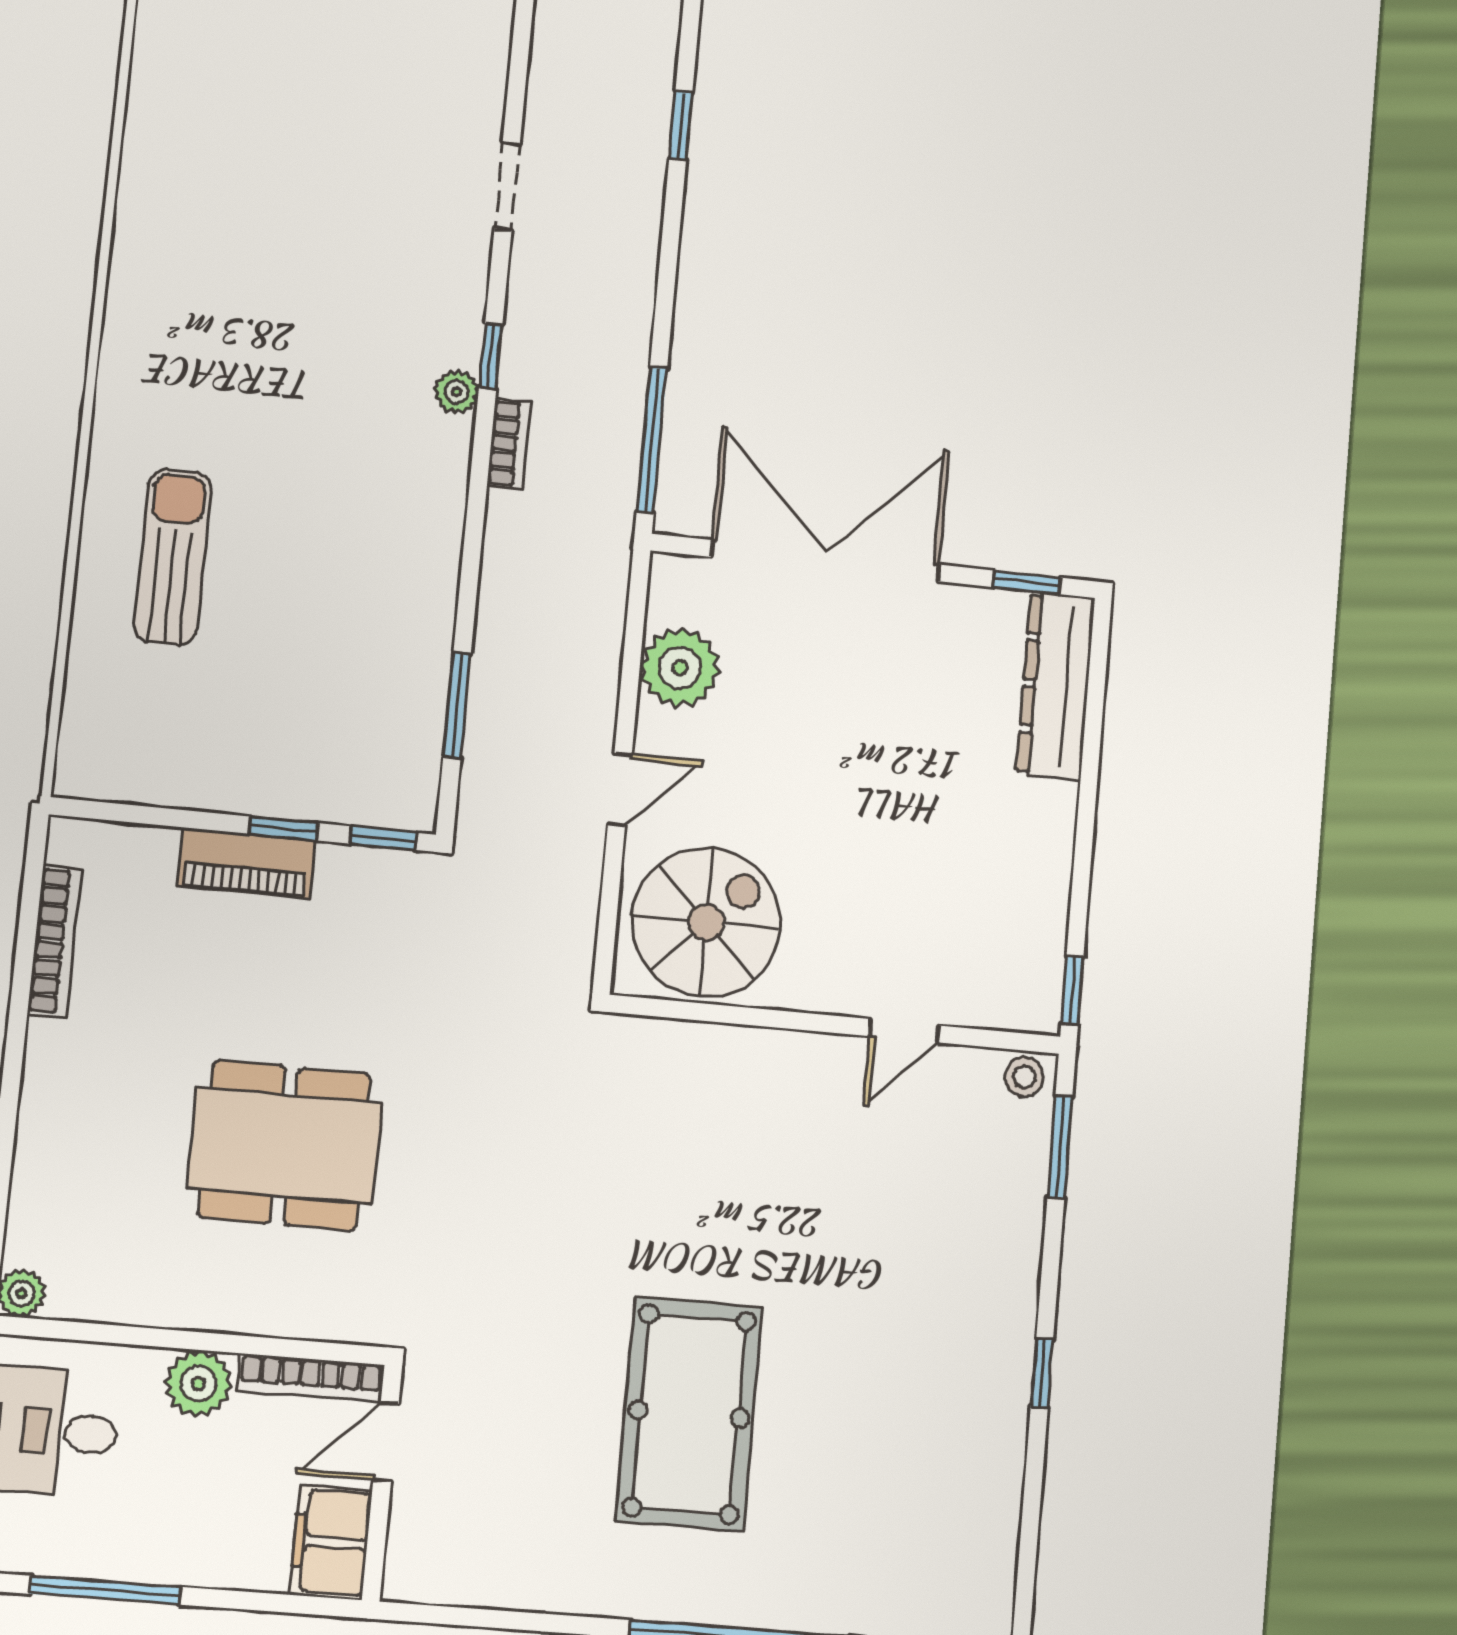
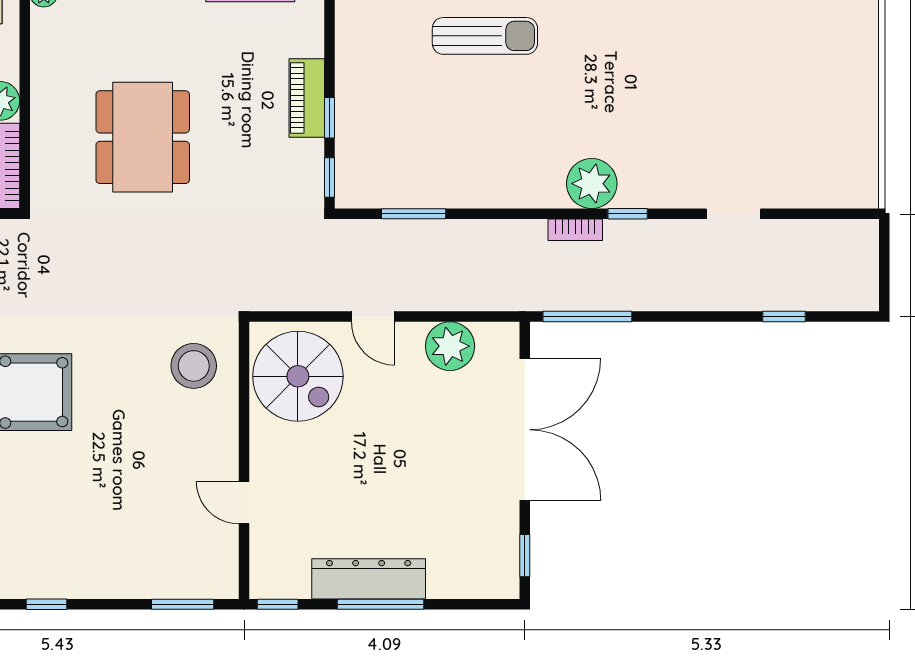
plant: (457, 392) -> (592, 184), width x1.88, depth x1.88
dresser: (1056, 686) -> (369, 579), moved
window: (1085, 823) -> (380, 604), added
stool: (1024, 1077) -> (194, 366), moved, width x1.89, depth x1.89

